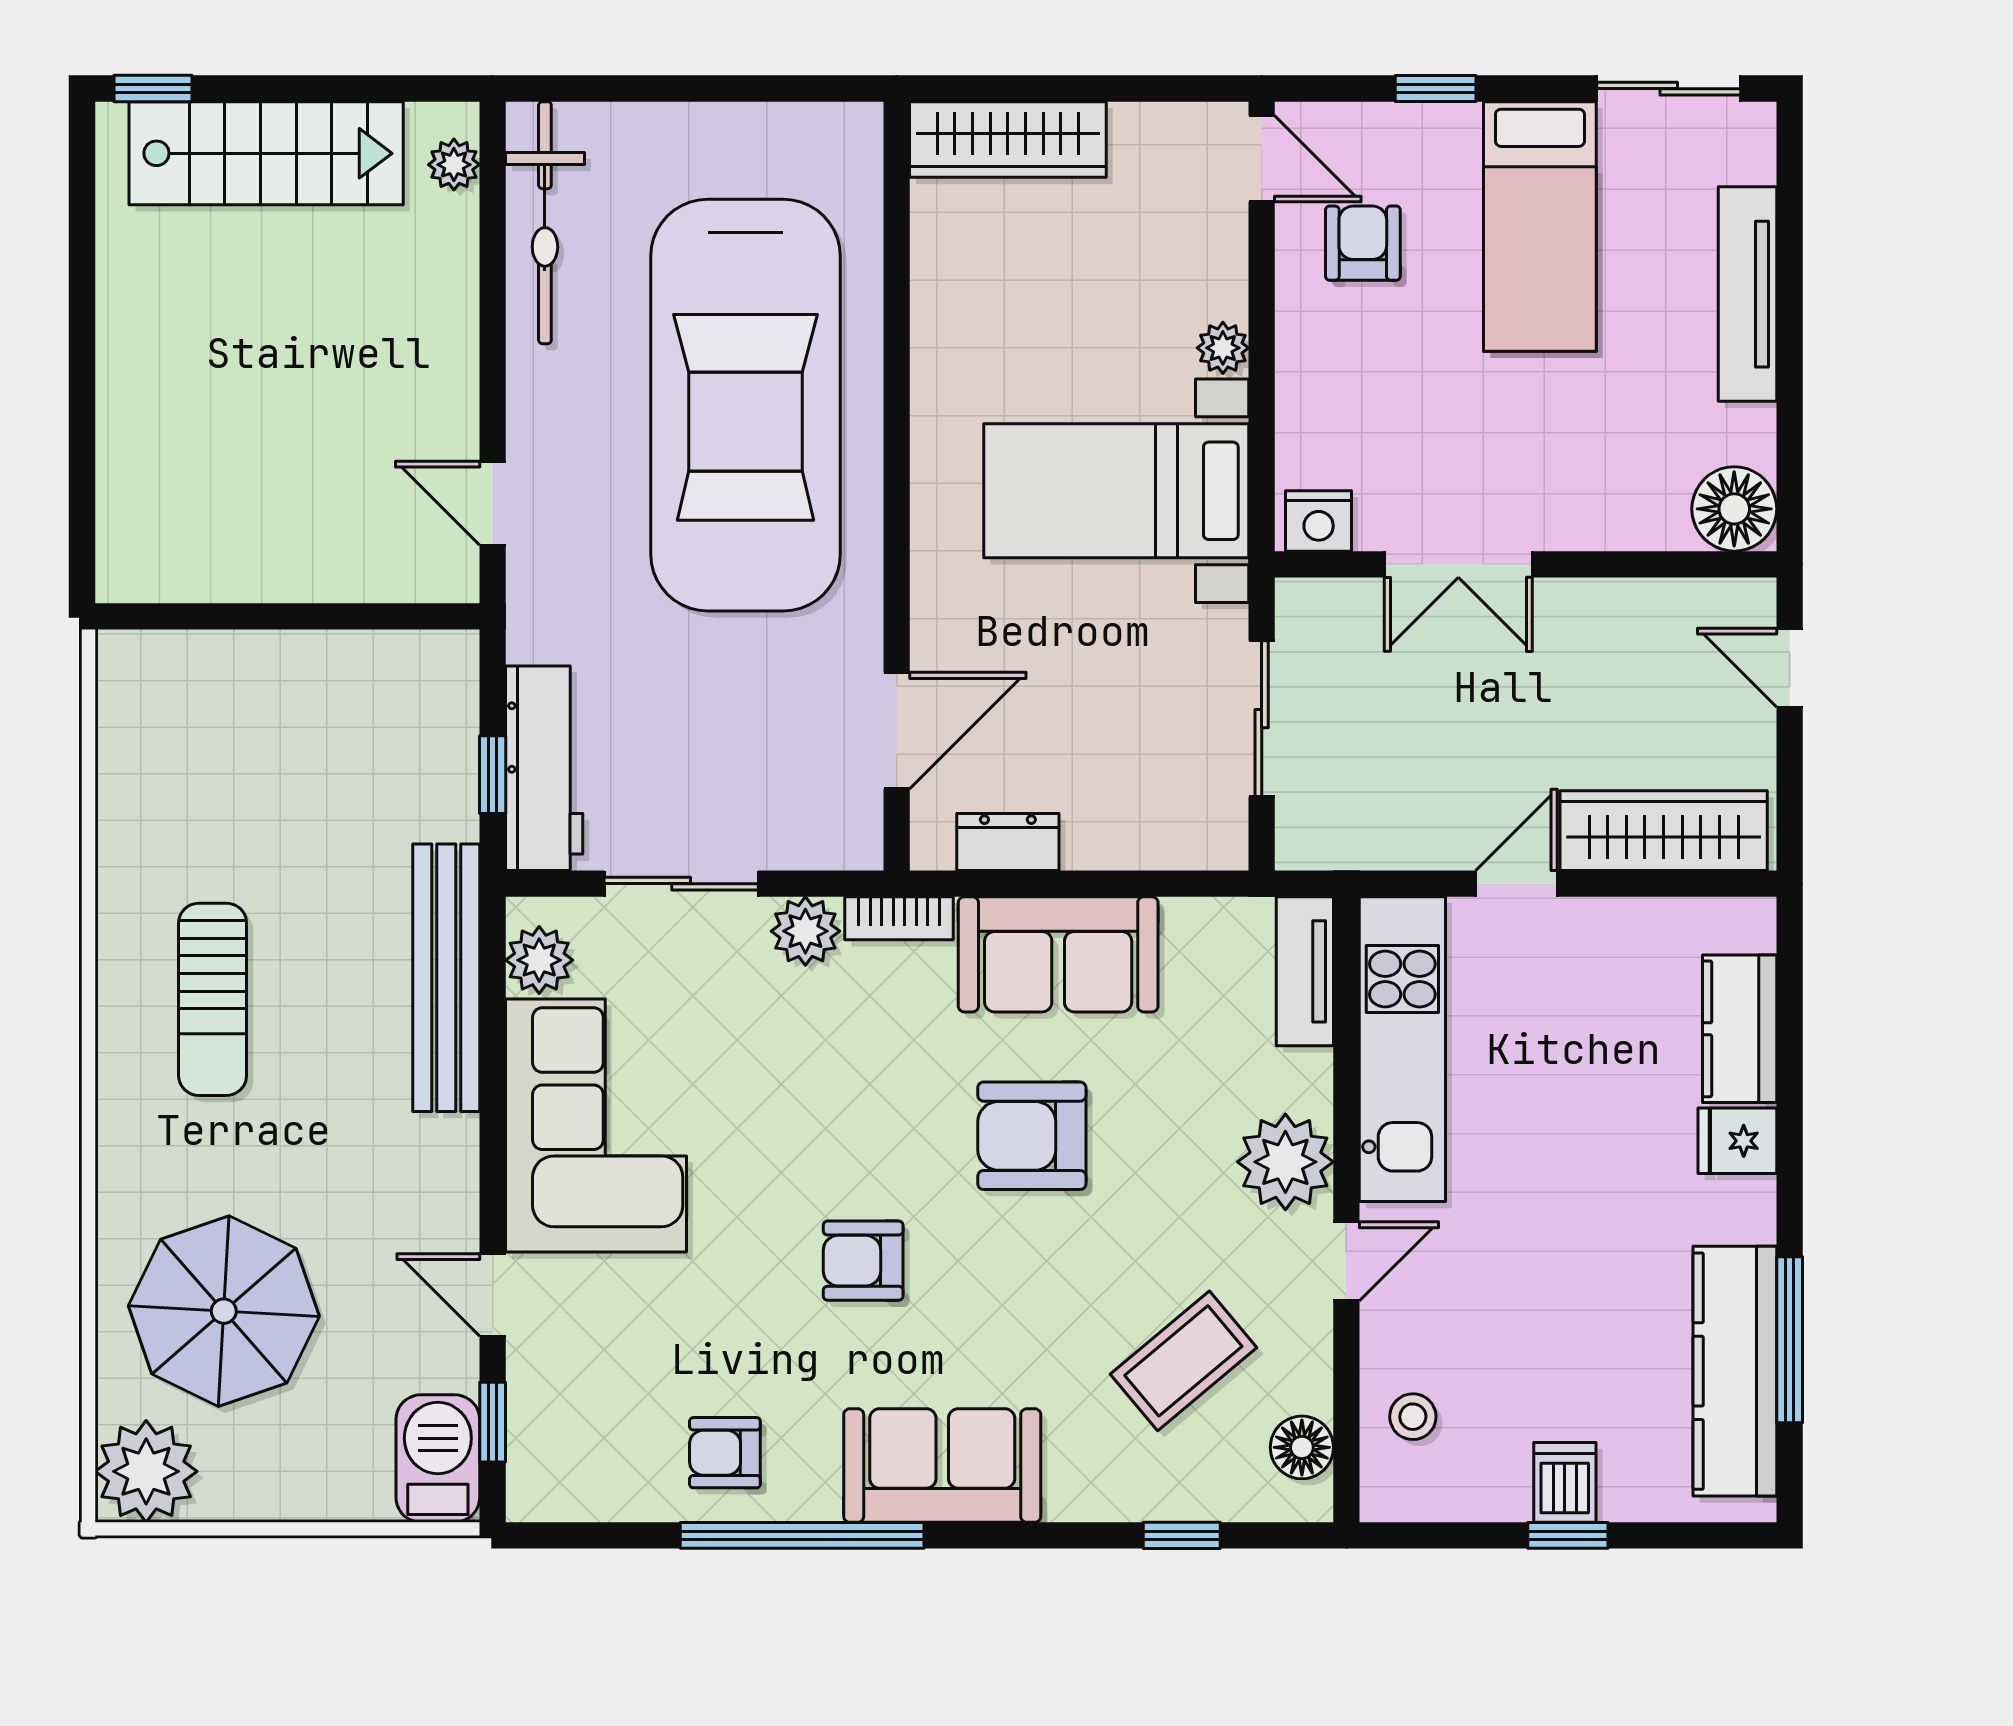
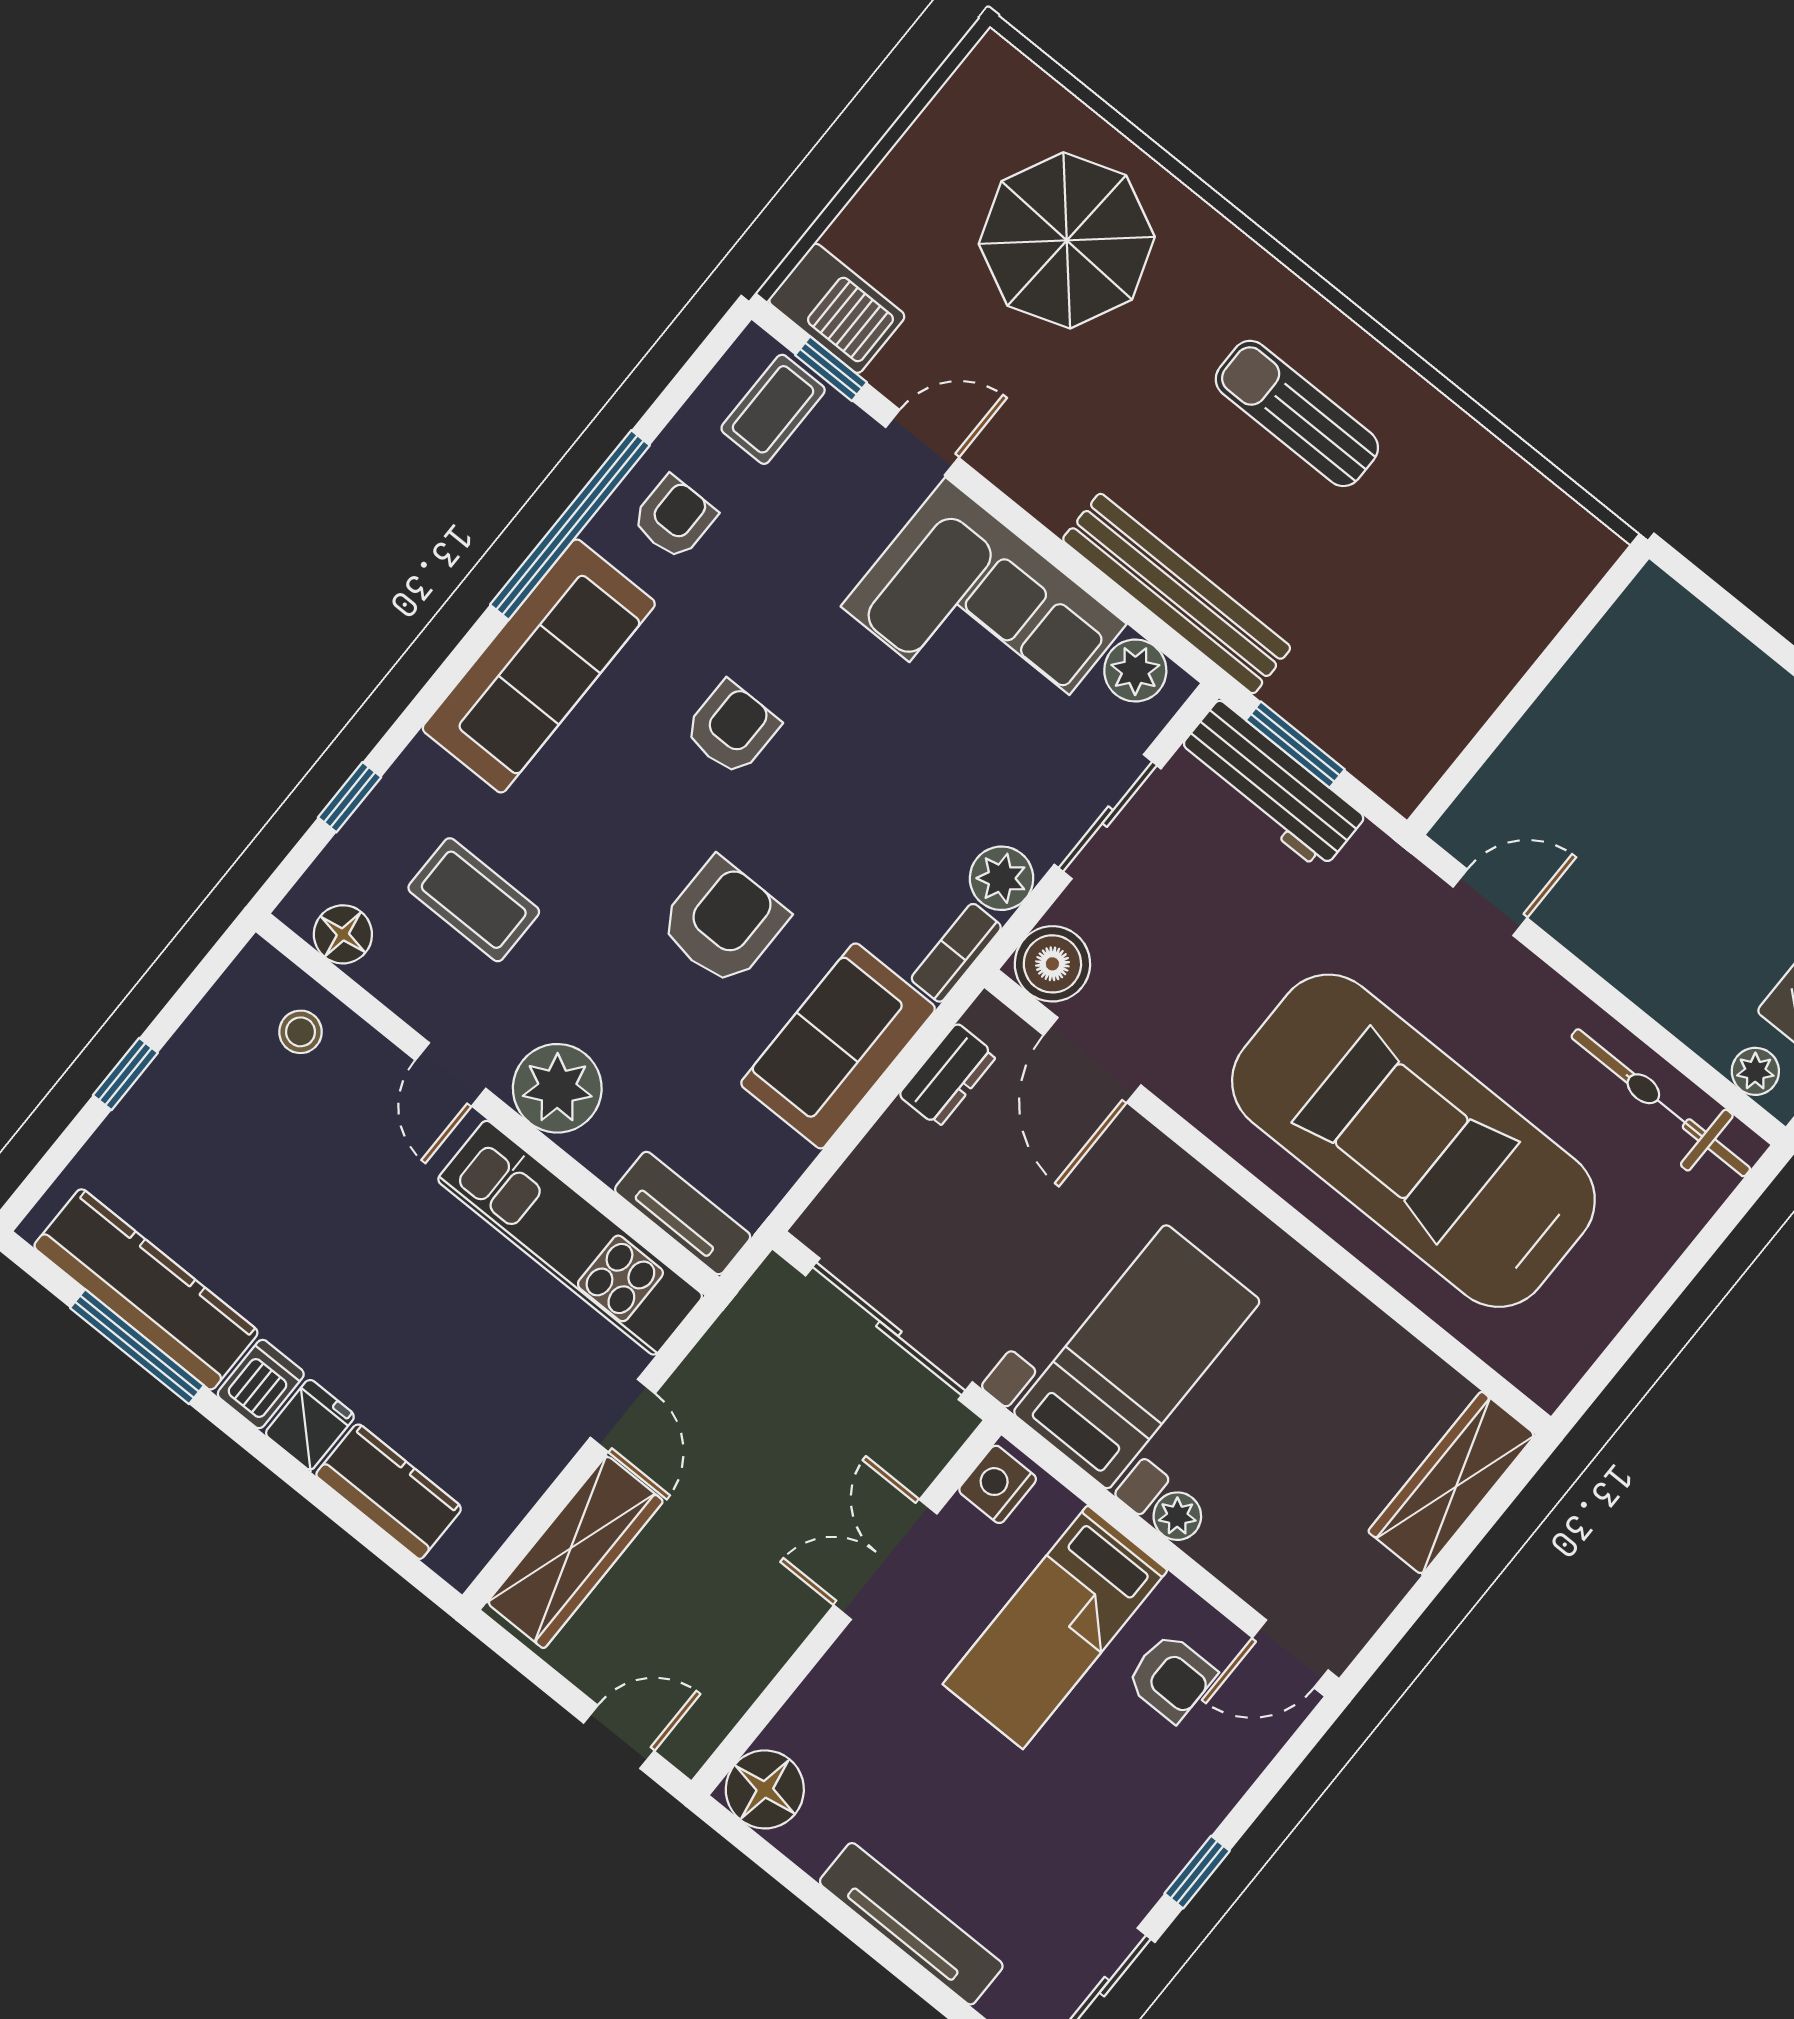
window: (1436, 89) -> (1197, 1872), moved
bed: (1540, 226) -> (1055, 1627), moved, turned -90
sliding door: (1262, 719) -> (889, 1329), width x1.37
window: (493, 775) -> (1295, 745), width x1.50
boiler: (843, 830) -> (1052, 964), added
coffee table: (1183, 1361) -> (474, 900), turned -50
coffee table: (566, 1443) -> (773, 409), added
sofa: (942, 1466) -> (539, 666), width x1.36
plant: (146, 1471) -> (997, 92), removed
dishwasher: (1565, 1482) -> (261, 1384), moved, turned -90

